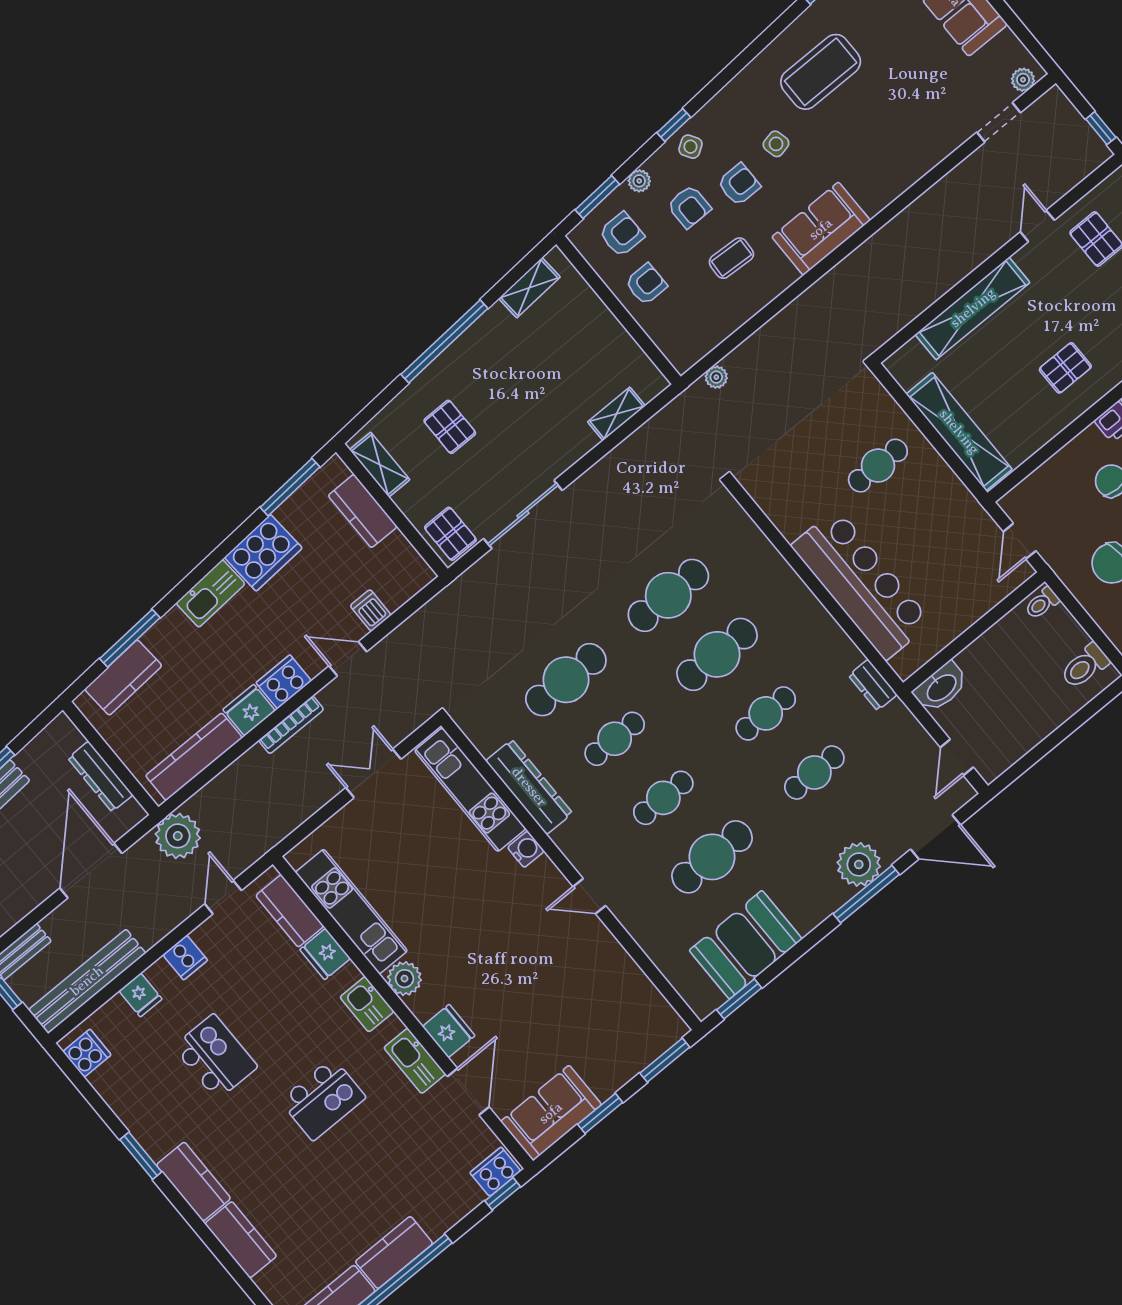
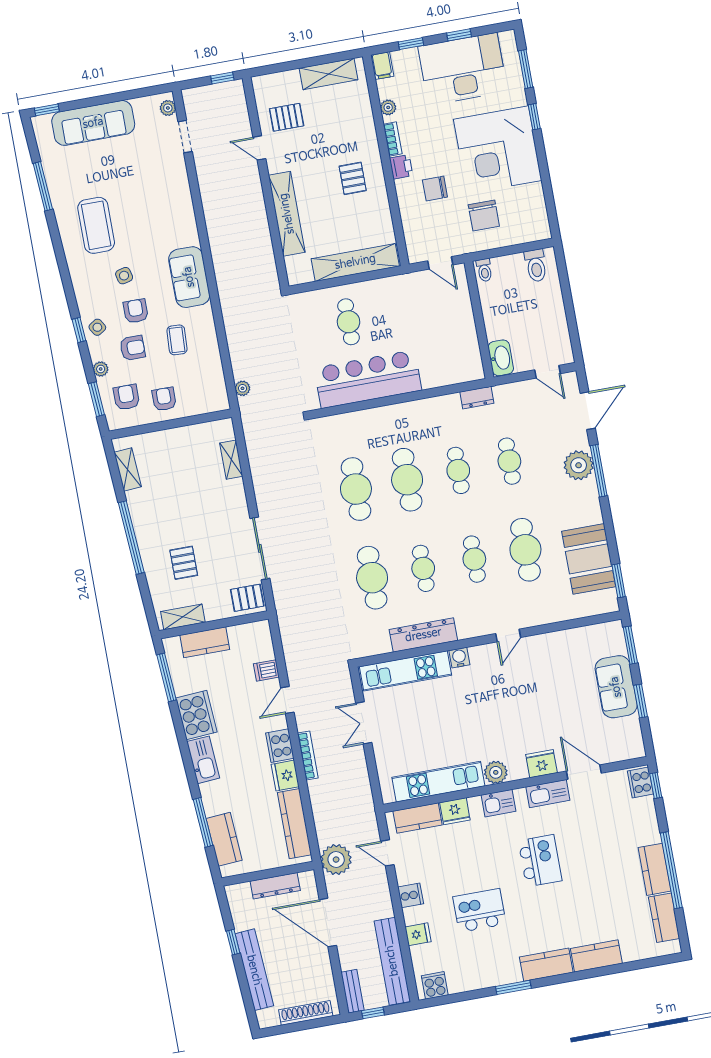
pallet: (450, 427) -> (184, 563), turned 90
bar counter: (861, 584) -> (368, 379), moved
sofa: (551, 1113) -> (616, 687), moved

